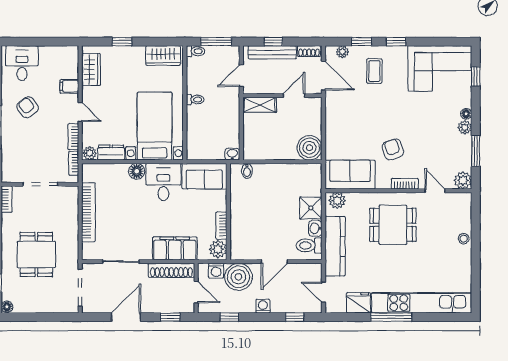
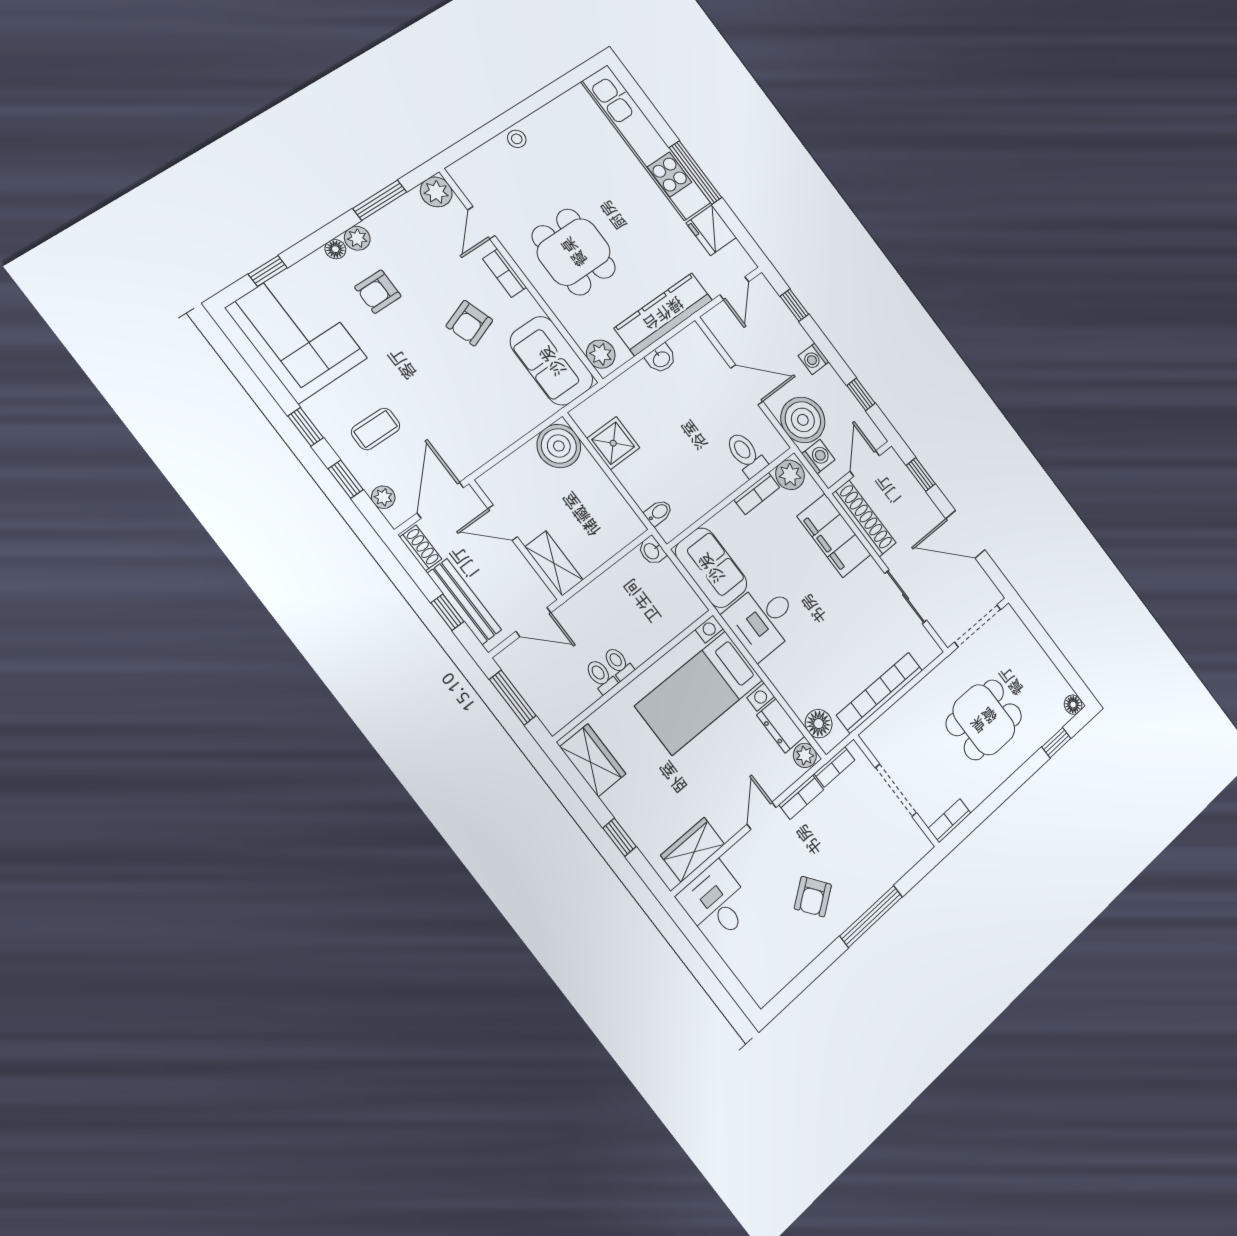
toilet: (196, 51) -> (601, 676), moved
desk: (22, 63) -> (716, 903), moved, turned 90
filing cabinet: (69, 86) -> (740, 861), removed
armchair: (435, 118) -> (378, 292), added
floor lamp: (137, 171) -> (819, 724), moved
shower: (311, 208) -> (613, 443), moved
toilet: (309, 245) -> (746, 454), moved, turned 180

